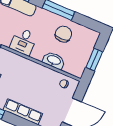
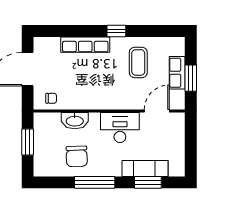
desk: (23, 41) -> (120, 128), width x1.37

